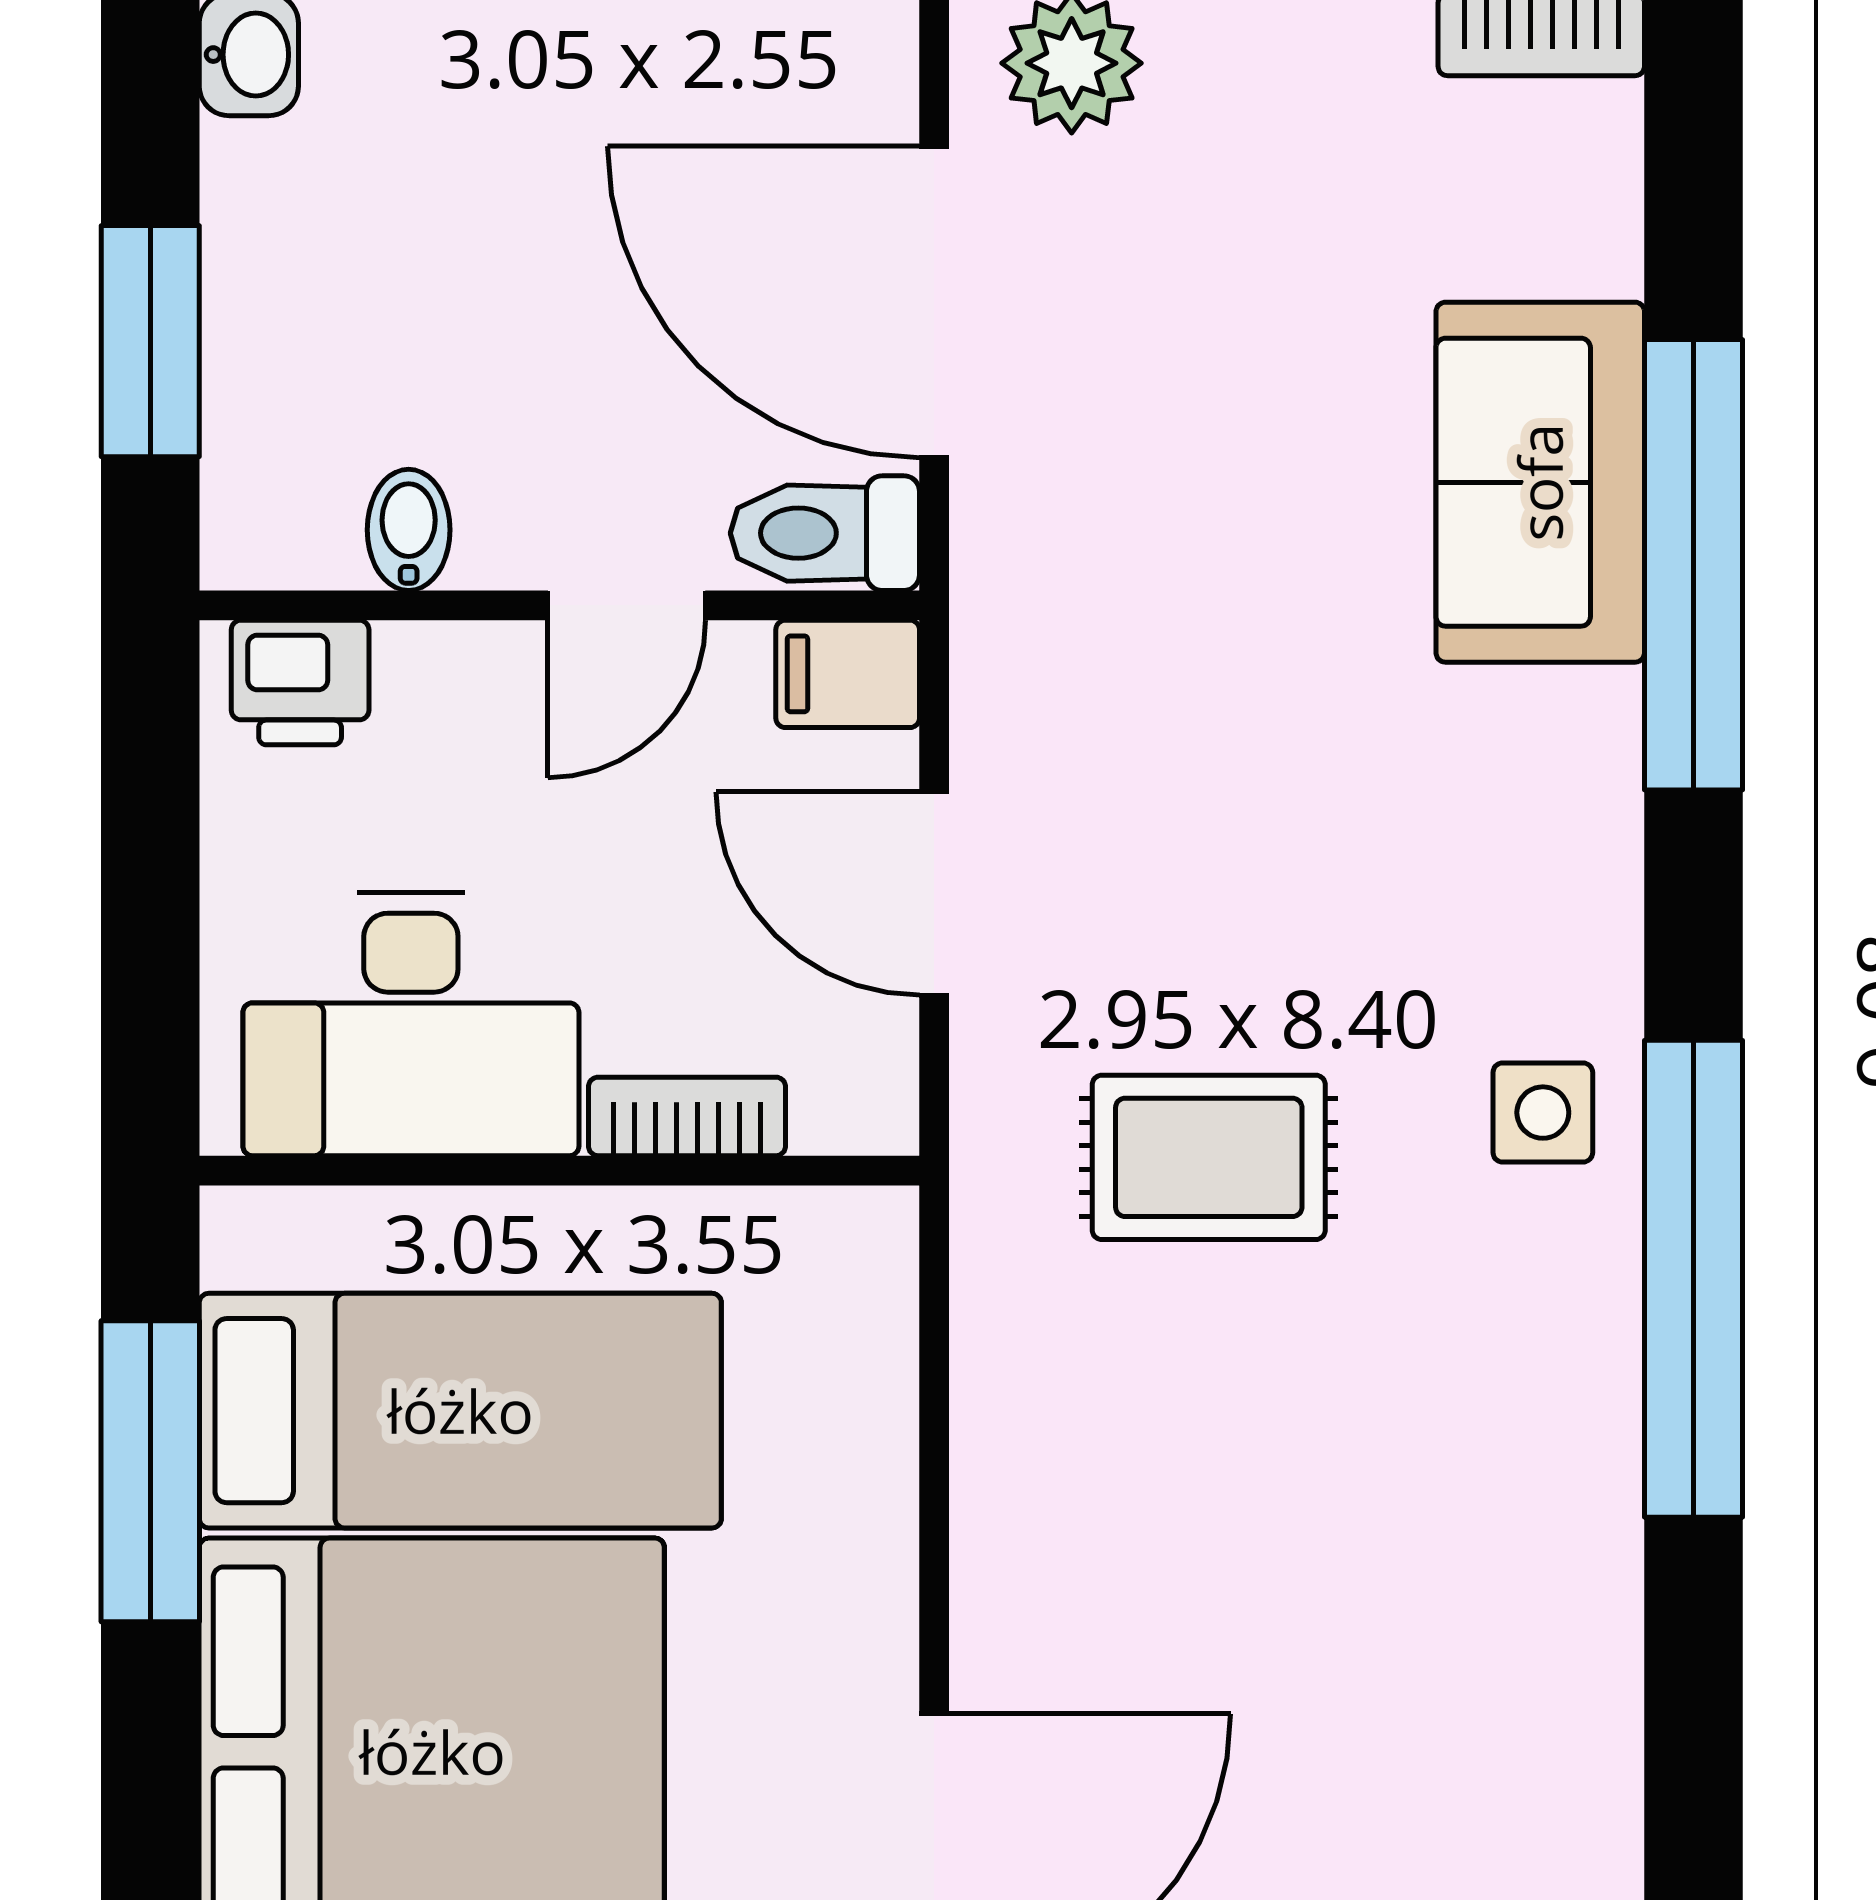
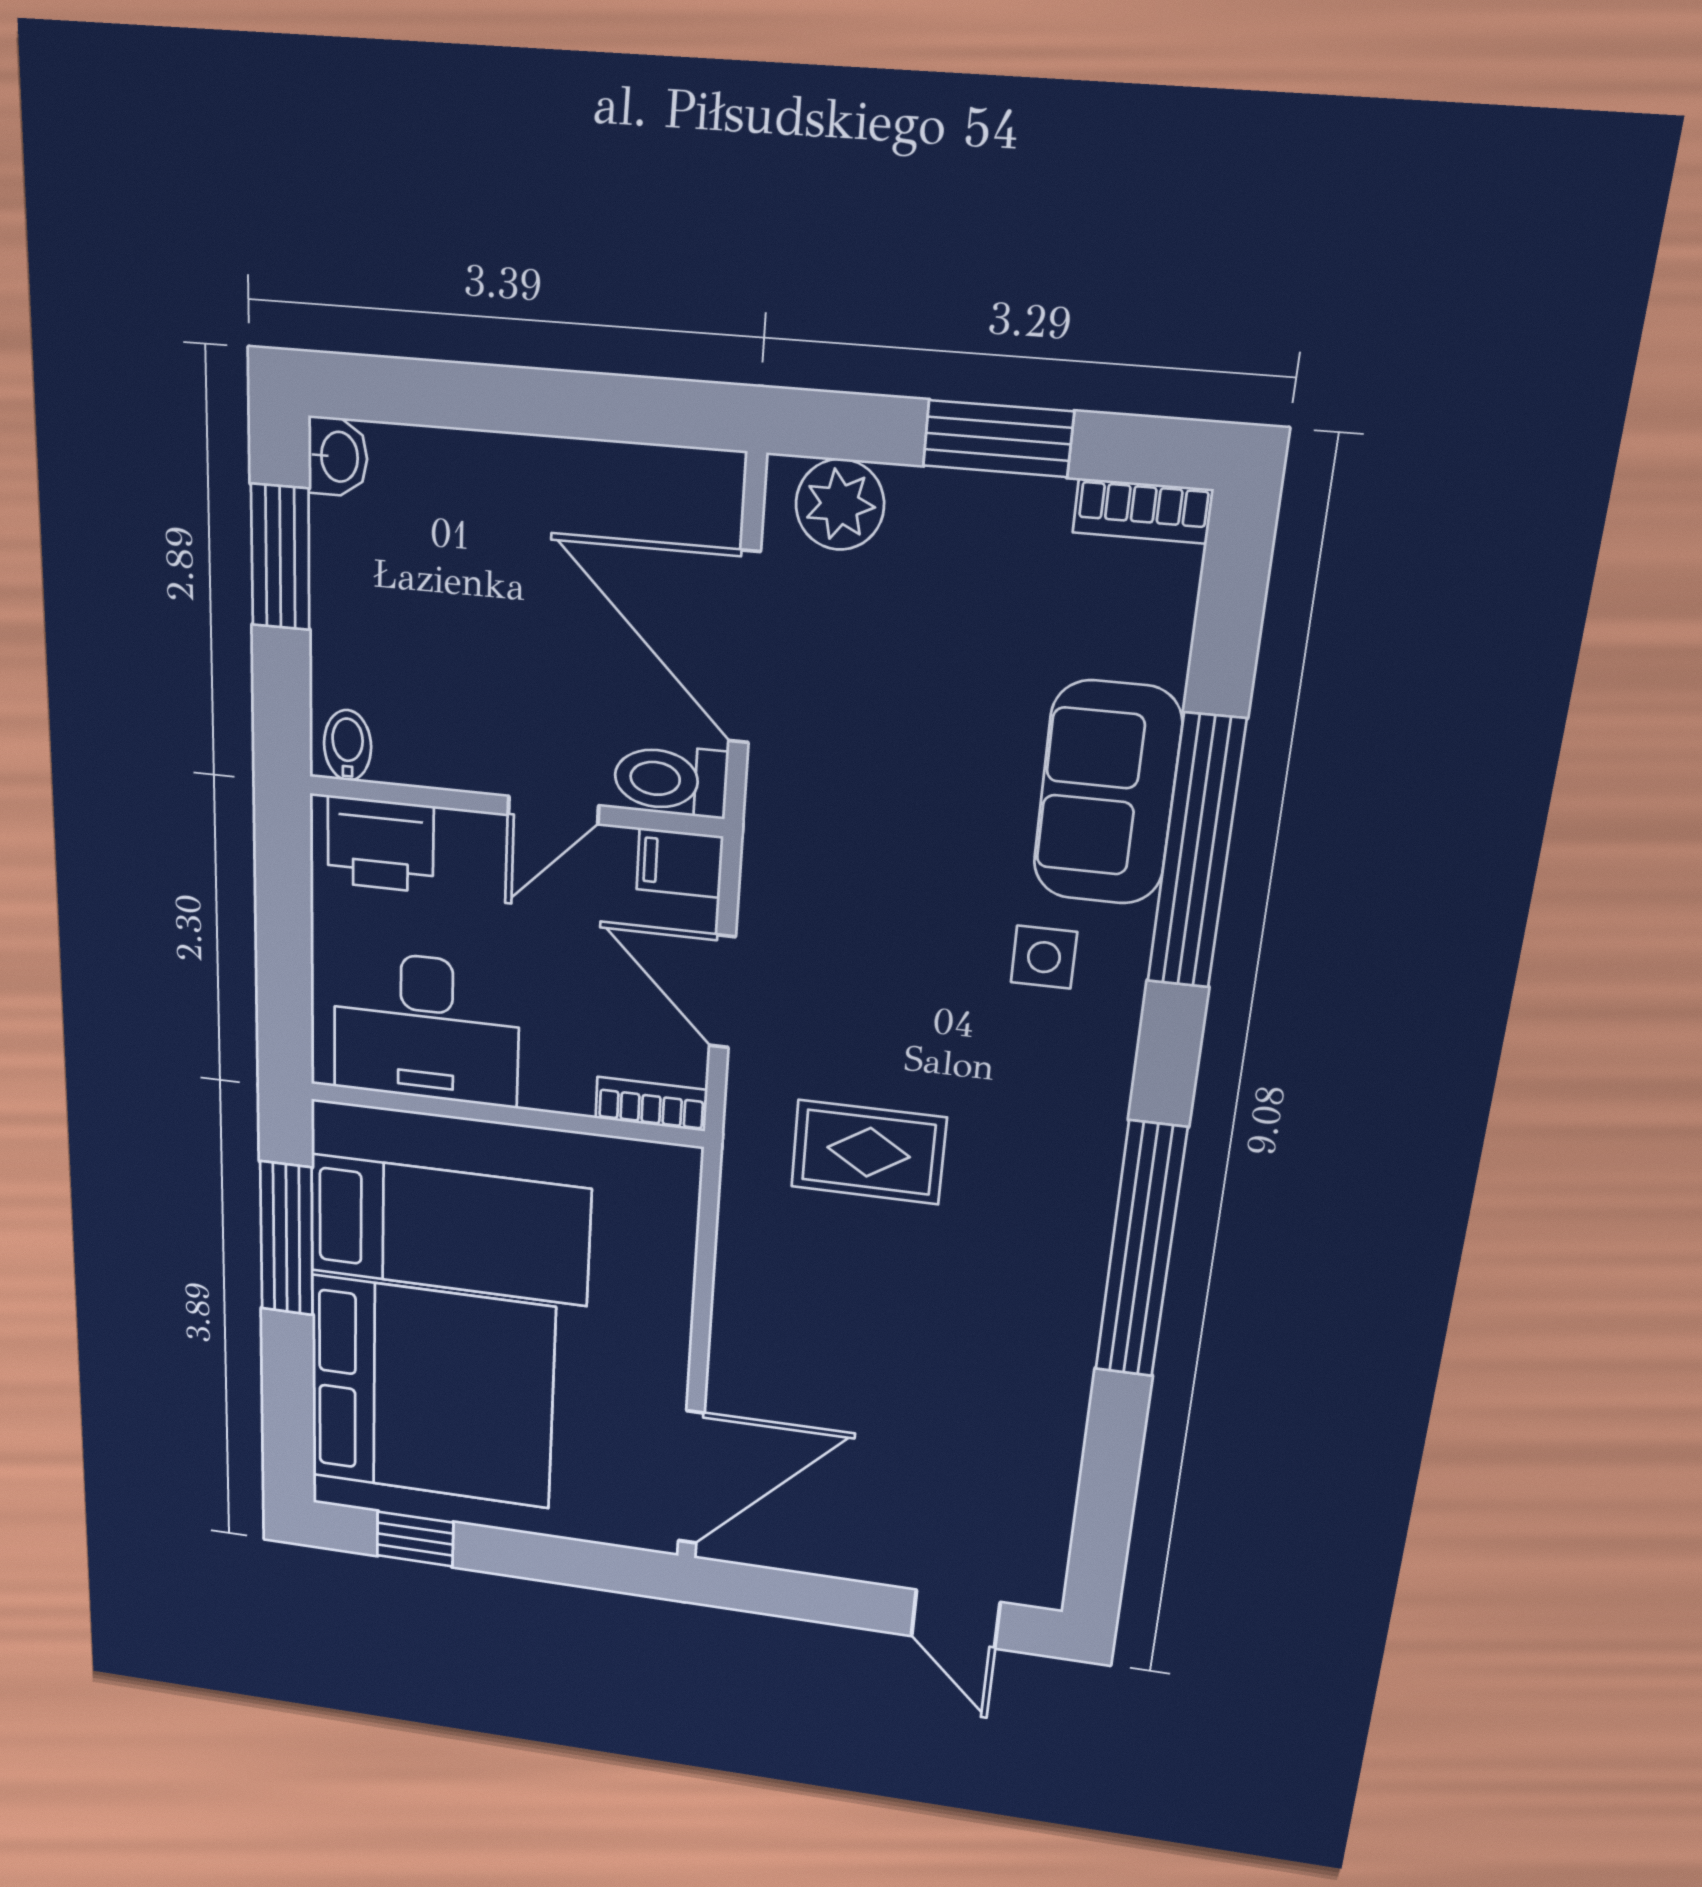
window: (150, 341) -> (280, 557), moved
bidet: (409, 530) -> (348, 745), moved
printer: (300, 682) -> (380, 844), width x1.36, depth x1.24
side table: (1543, 1113) -> (1044, 957), moved
bookcase: (687, 1116) -> (651, 1104), moved

